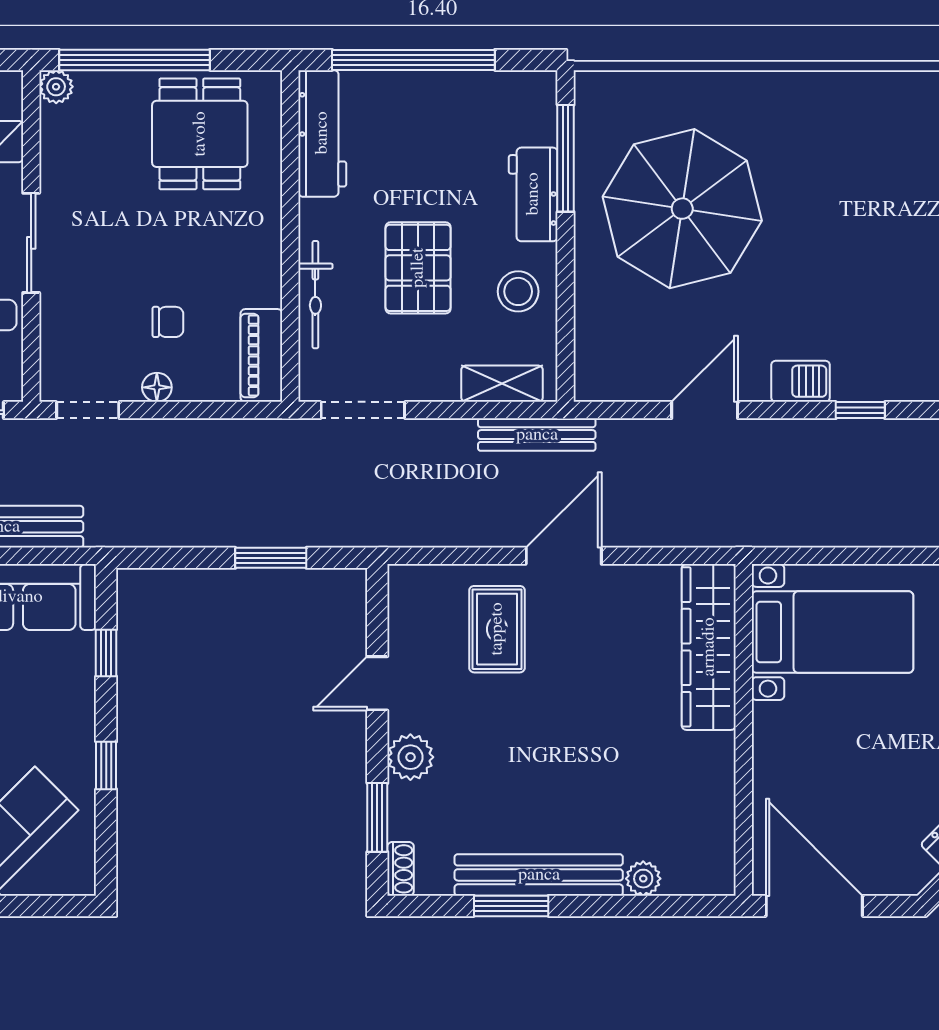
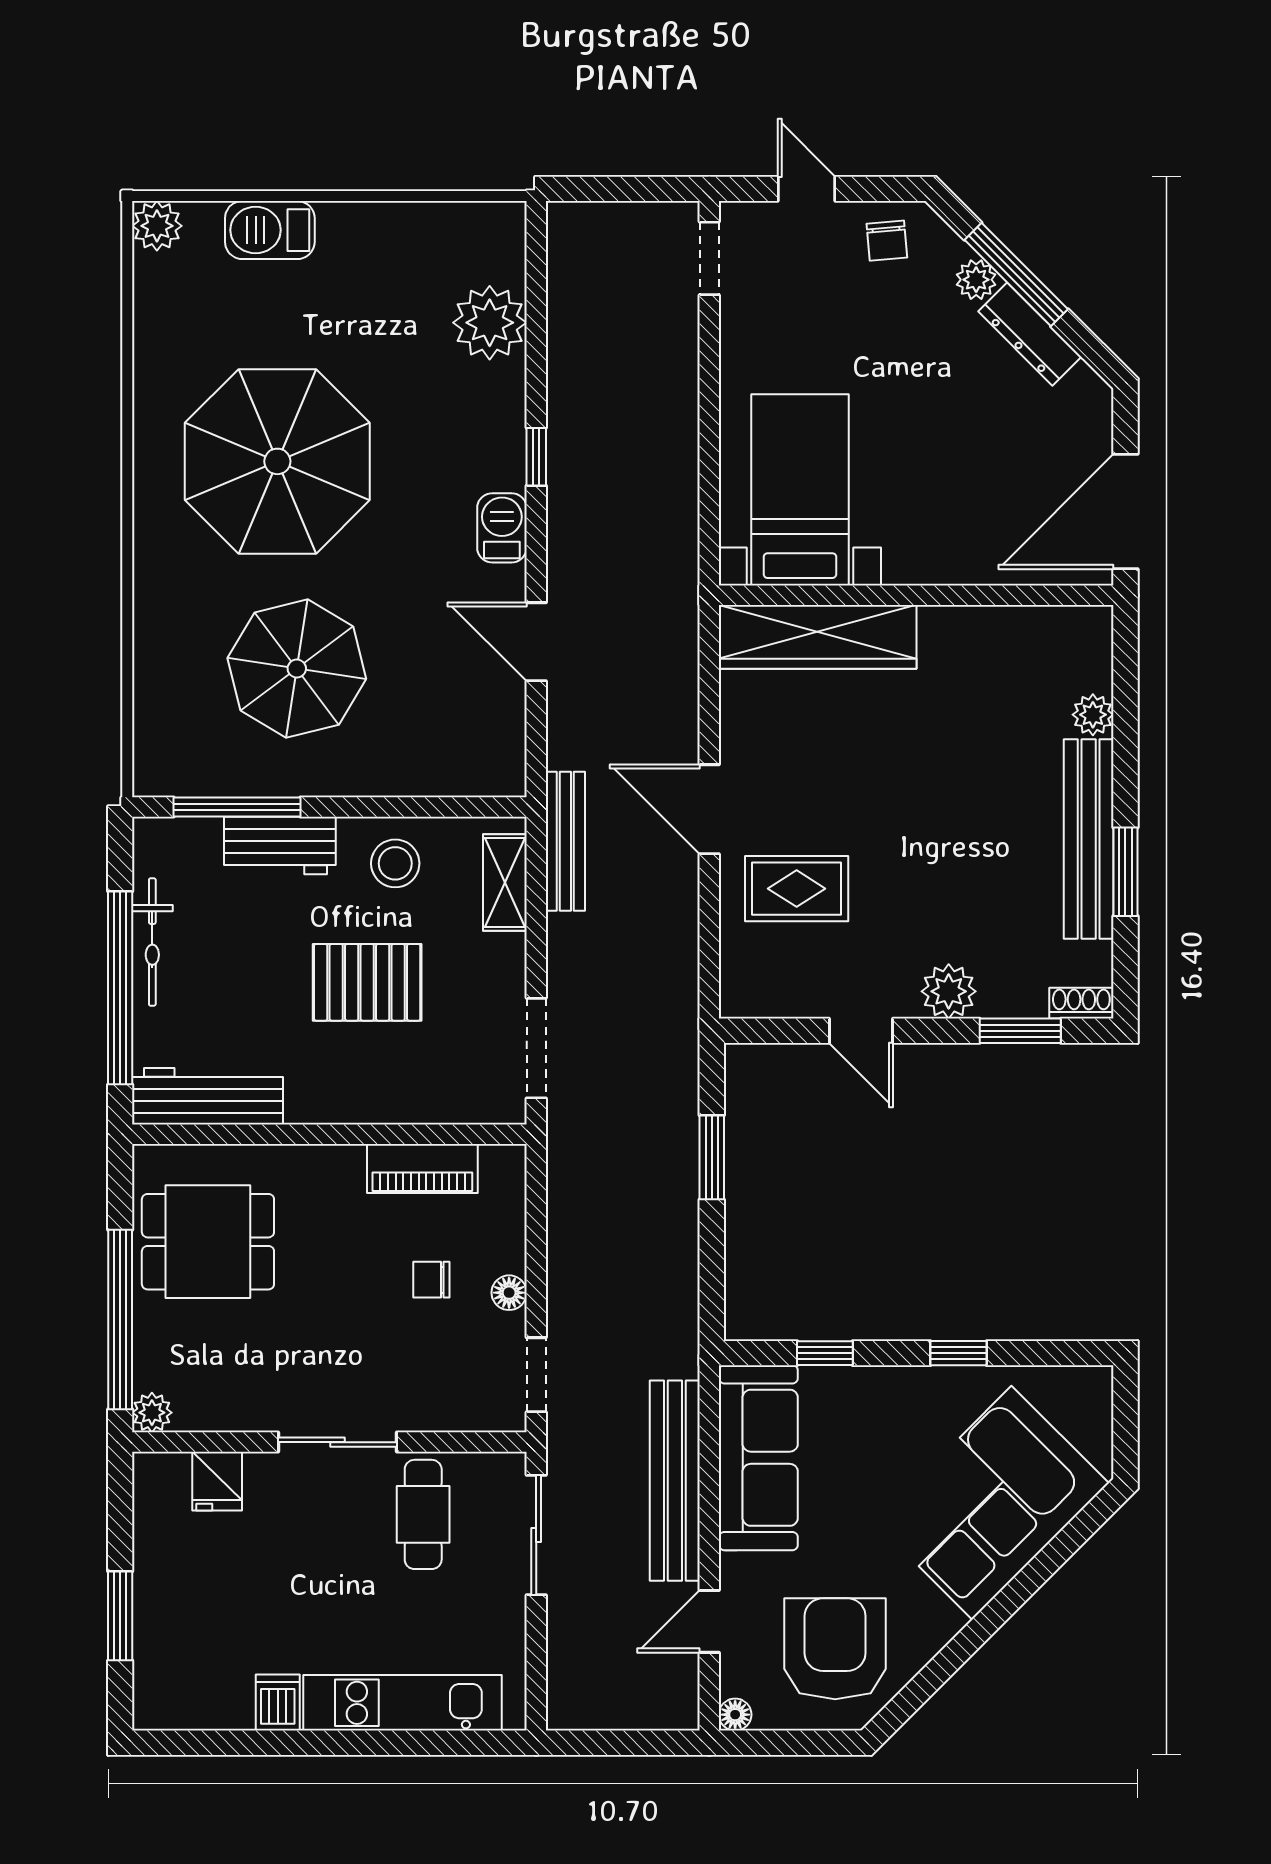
parasol: (856, 192) -> (277, 461), added
parasol: (682, 209) -> (297, 669), width x0.73, depth x0.73
bicycle: (315, 295) -> (152, 942), moved, turned 90
chair: (168, 322) -> (431, 1280), turned -90
piano: (261, 355) -> (422, 1168), moved

